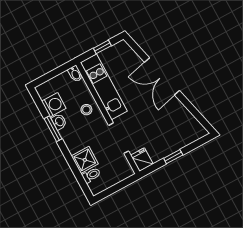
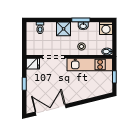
double door: (162, 76) -> (51, 110), moved
washing machine: (54, 105) -> (106, 28), moved
shower: (85, 160) -> (64, 29), moved

